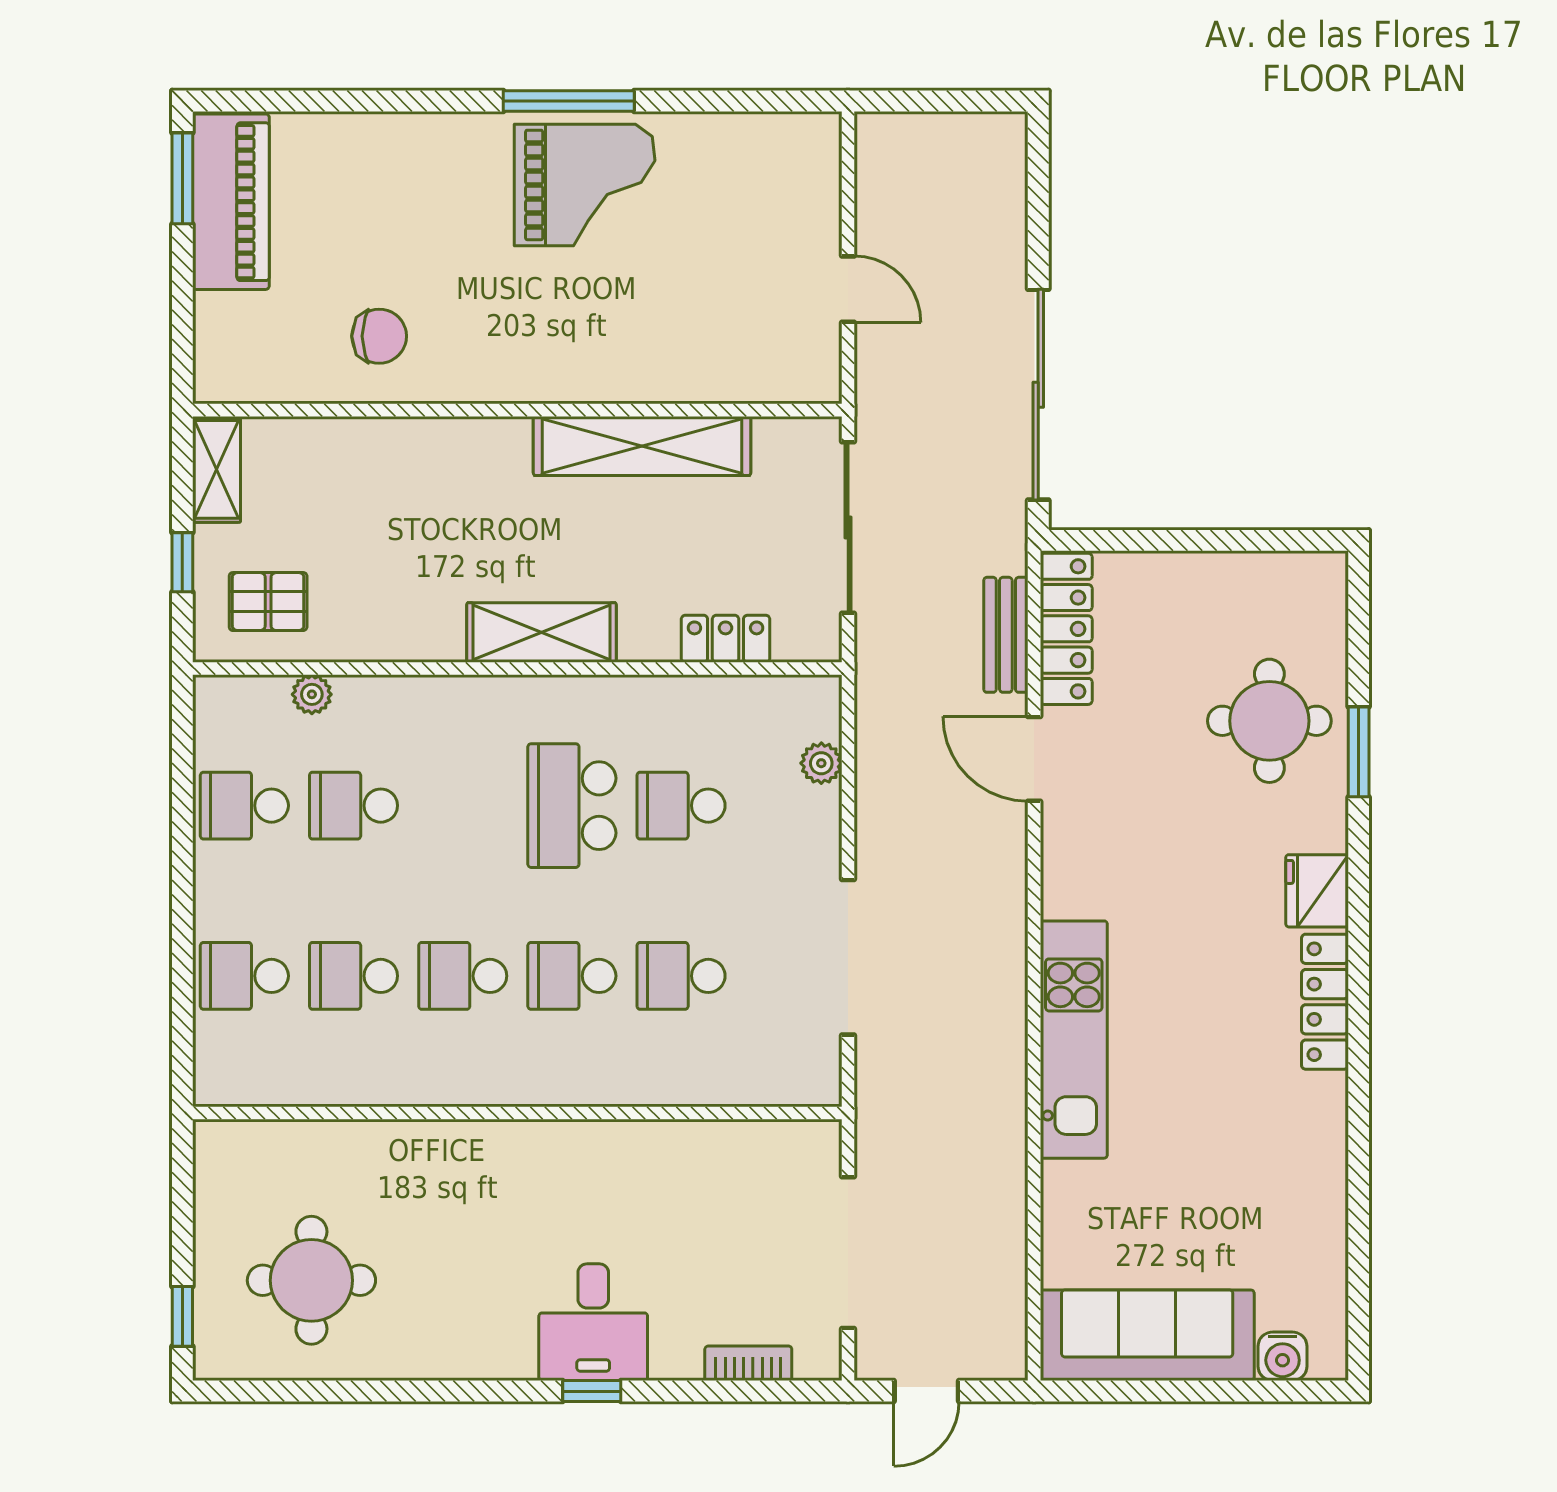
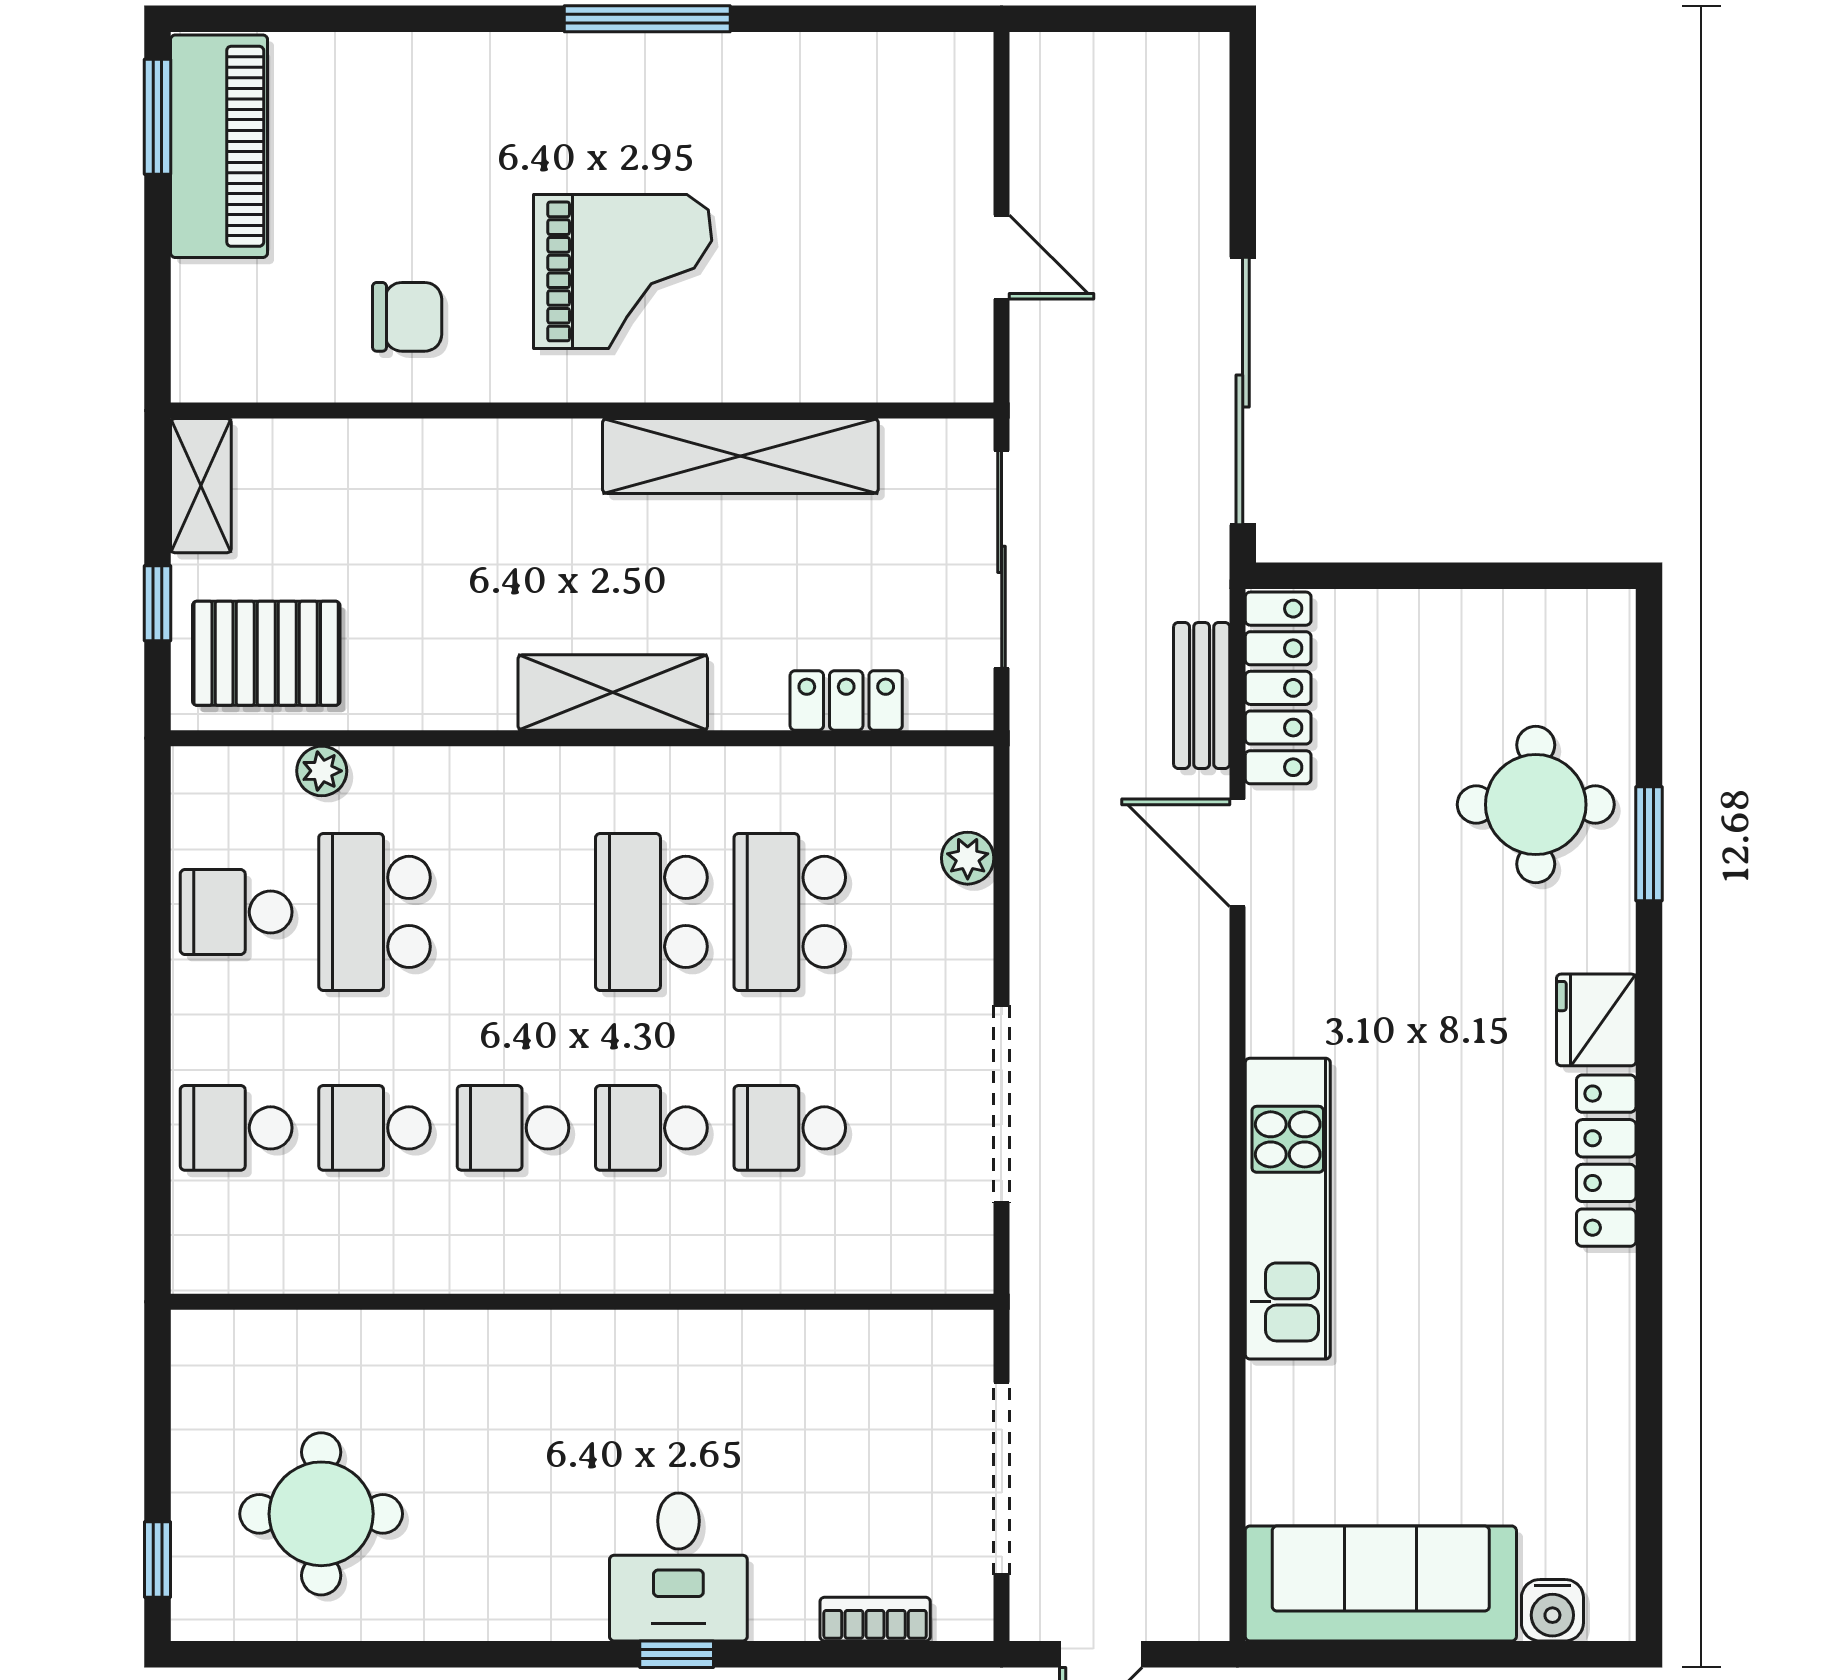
grand piano: (585, 185) -> (623, 271), moved
pallet: (268, 602) -> (266, 653), width x1.50, depth x1.42
school desk: (354, 806) -> (375, 912), width x1.85
school desk: (681, 806) -> (790, 912), width x1.85

